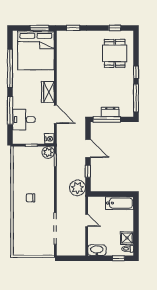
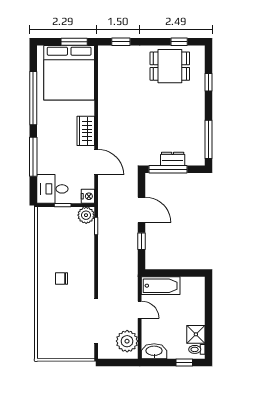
dining table: (115, 53) -> (170, 66), moved, turned 90
window: (136, 72) -> (208, 82), moved
desk: (24, 120) -> (52, 189), moved
plant: (77, 188) -> (127, 341), moved
bathtub: (120, 203) -> (161, 286), moved

